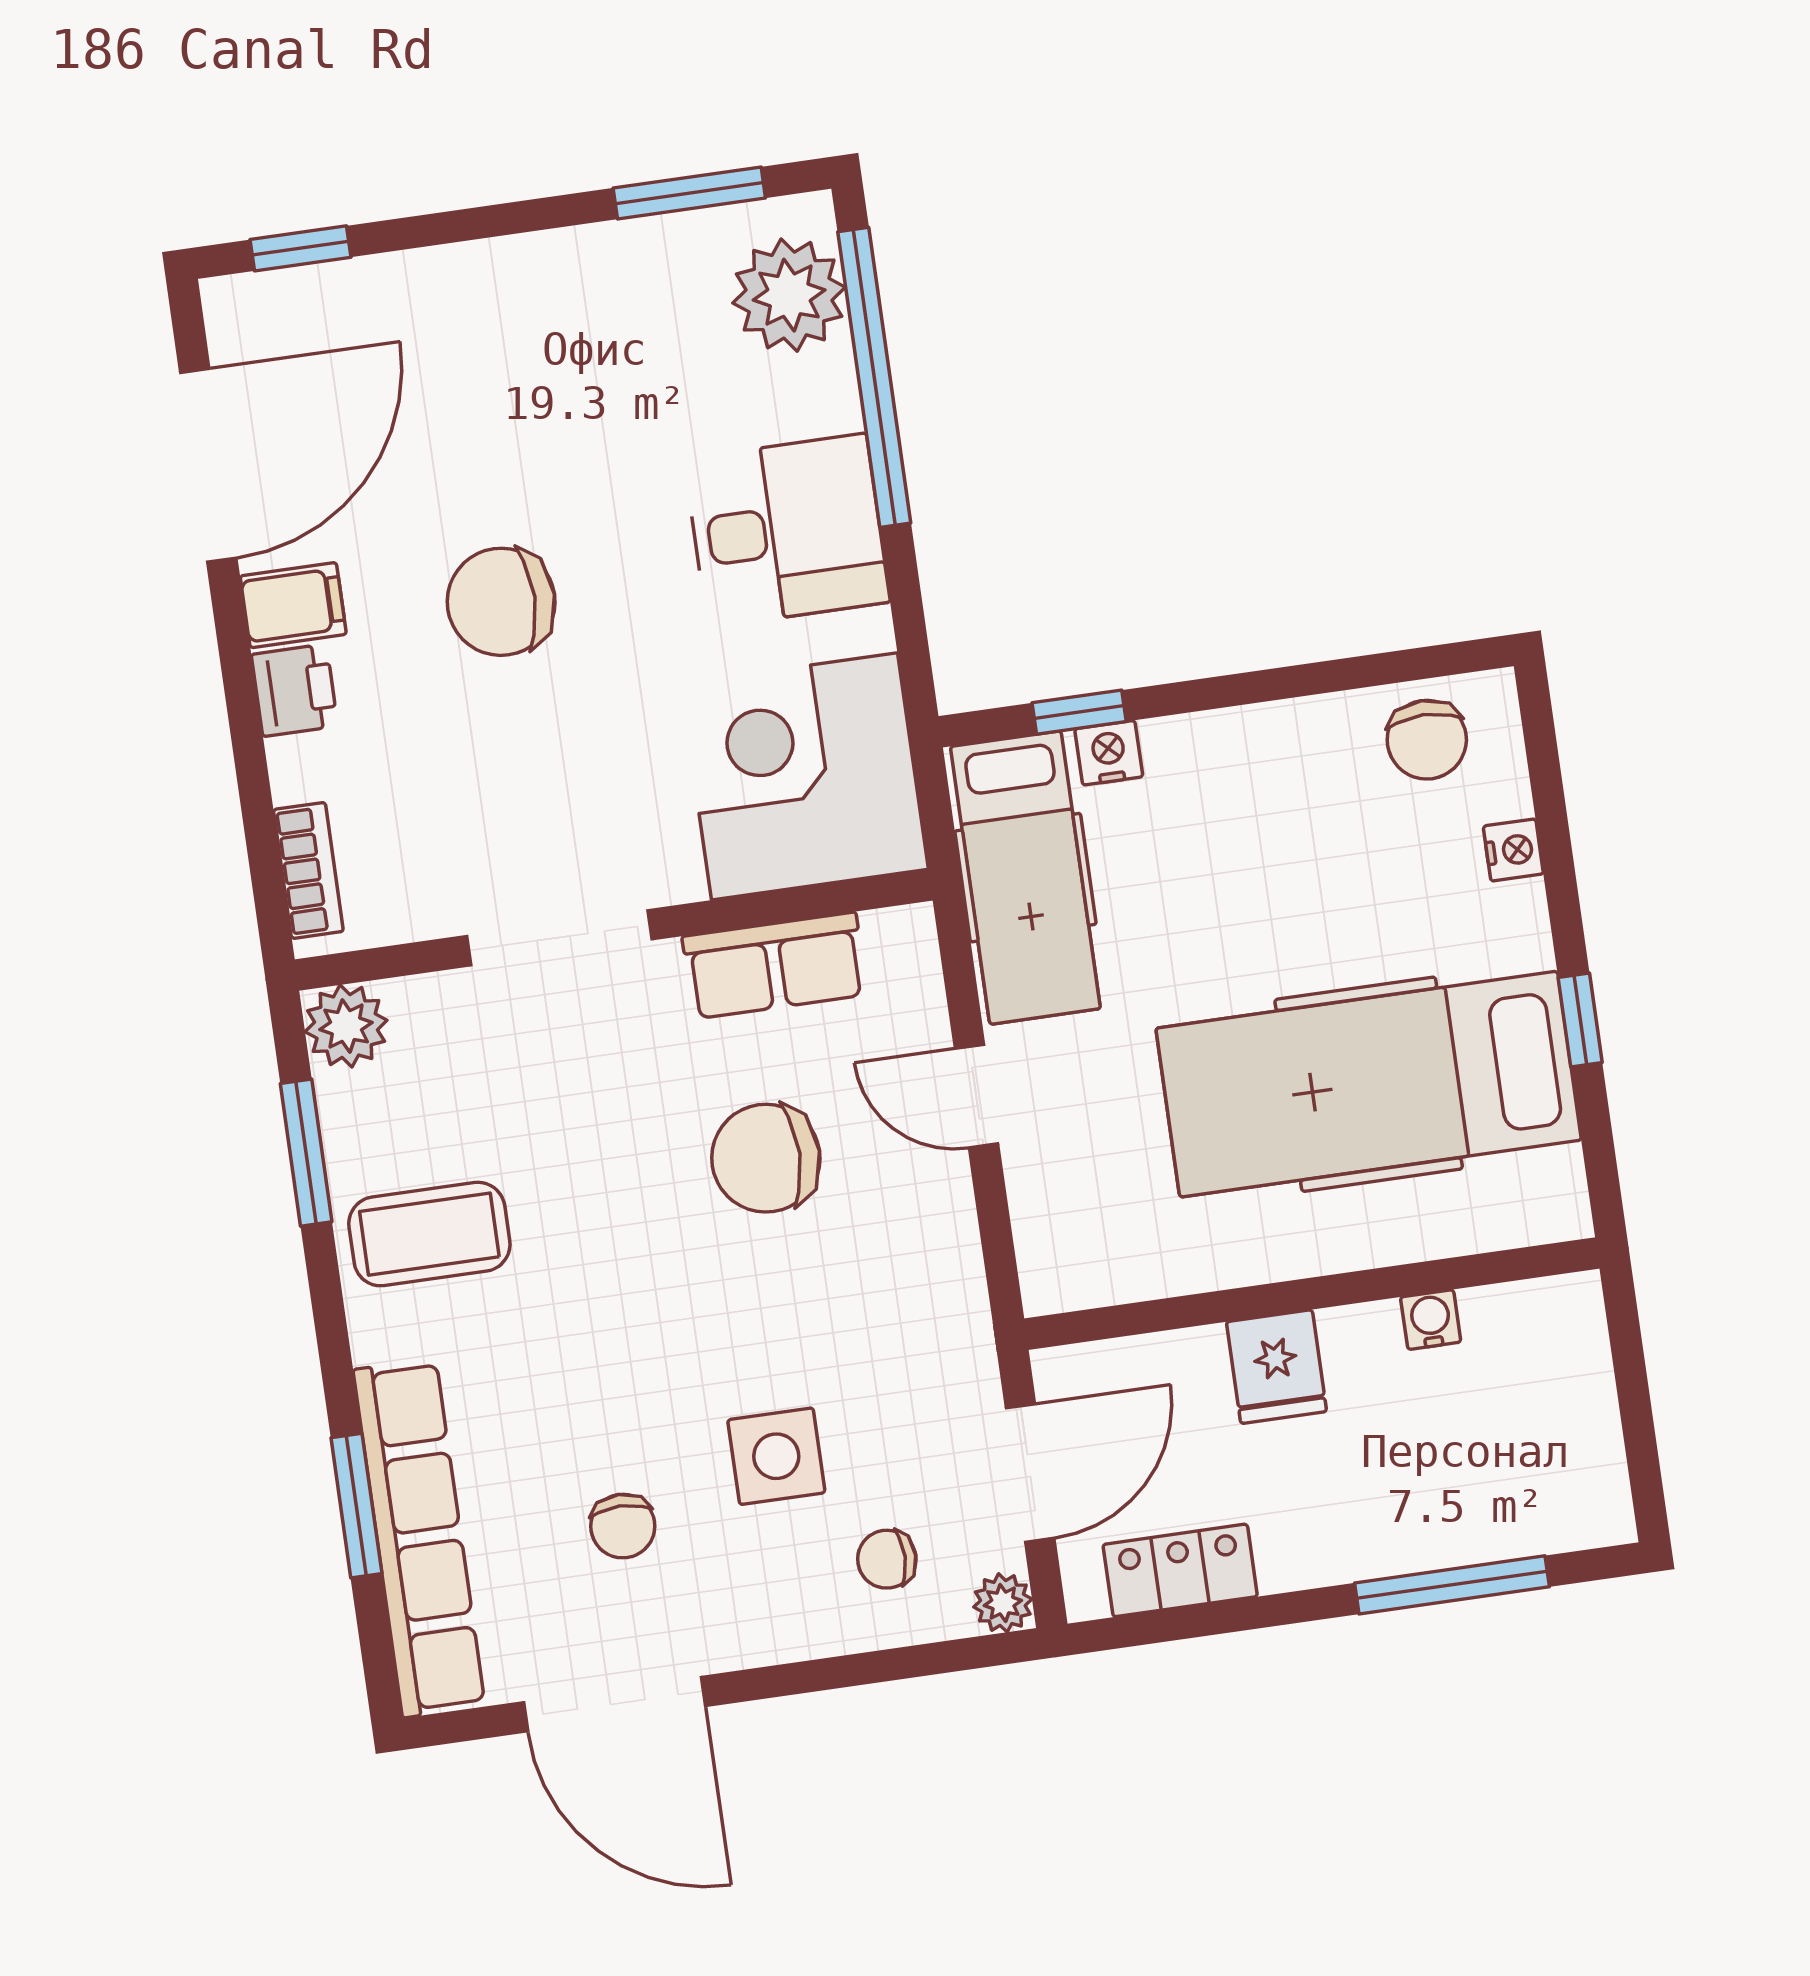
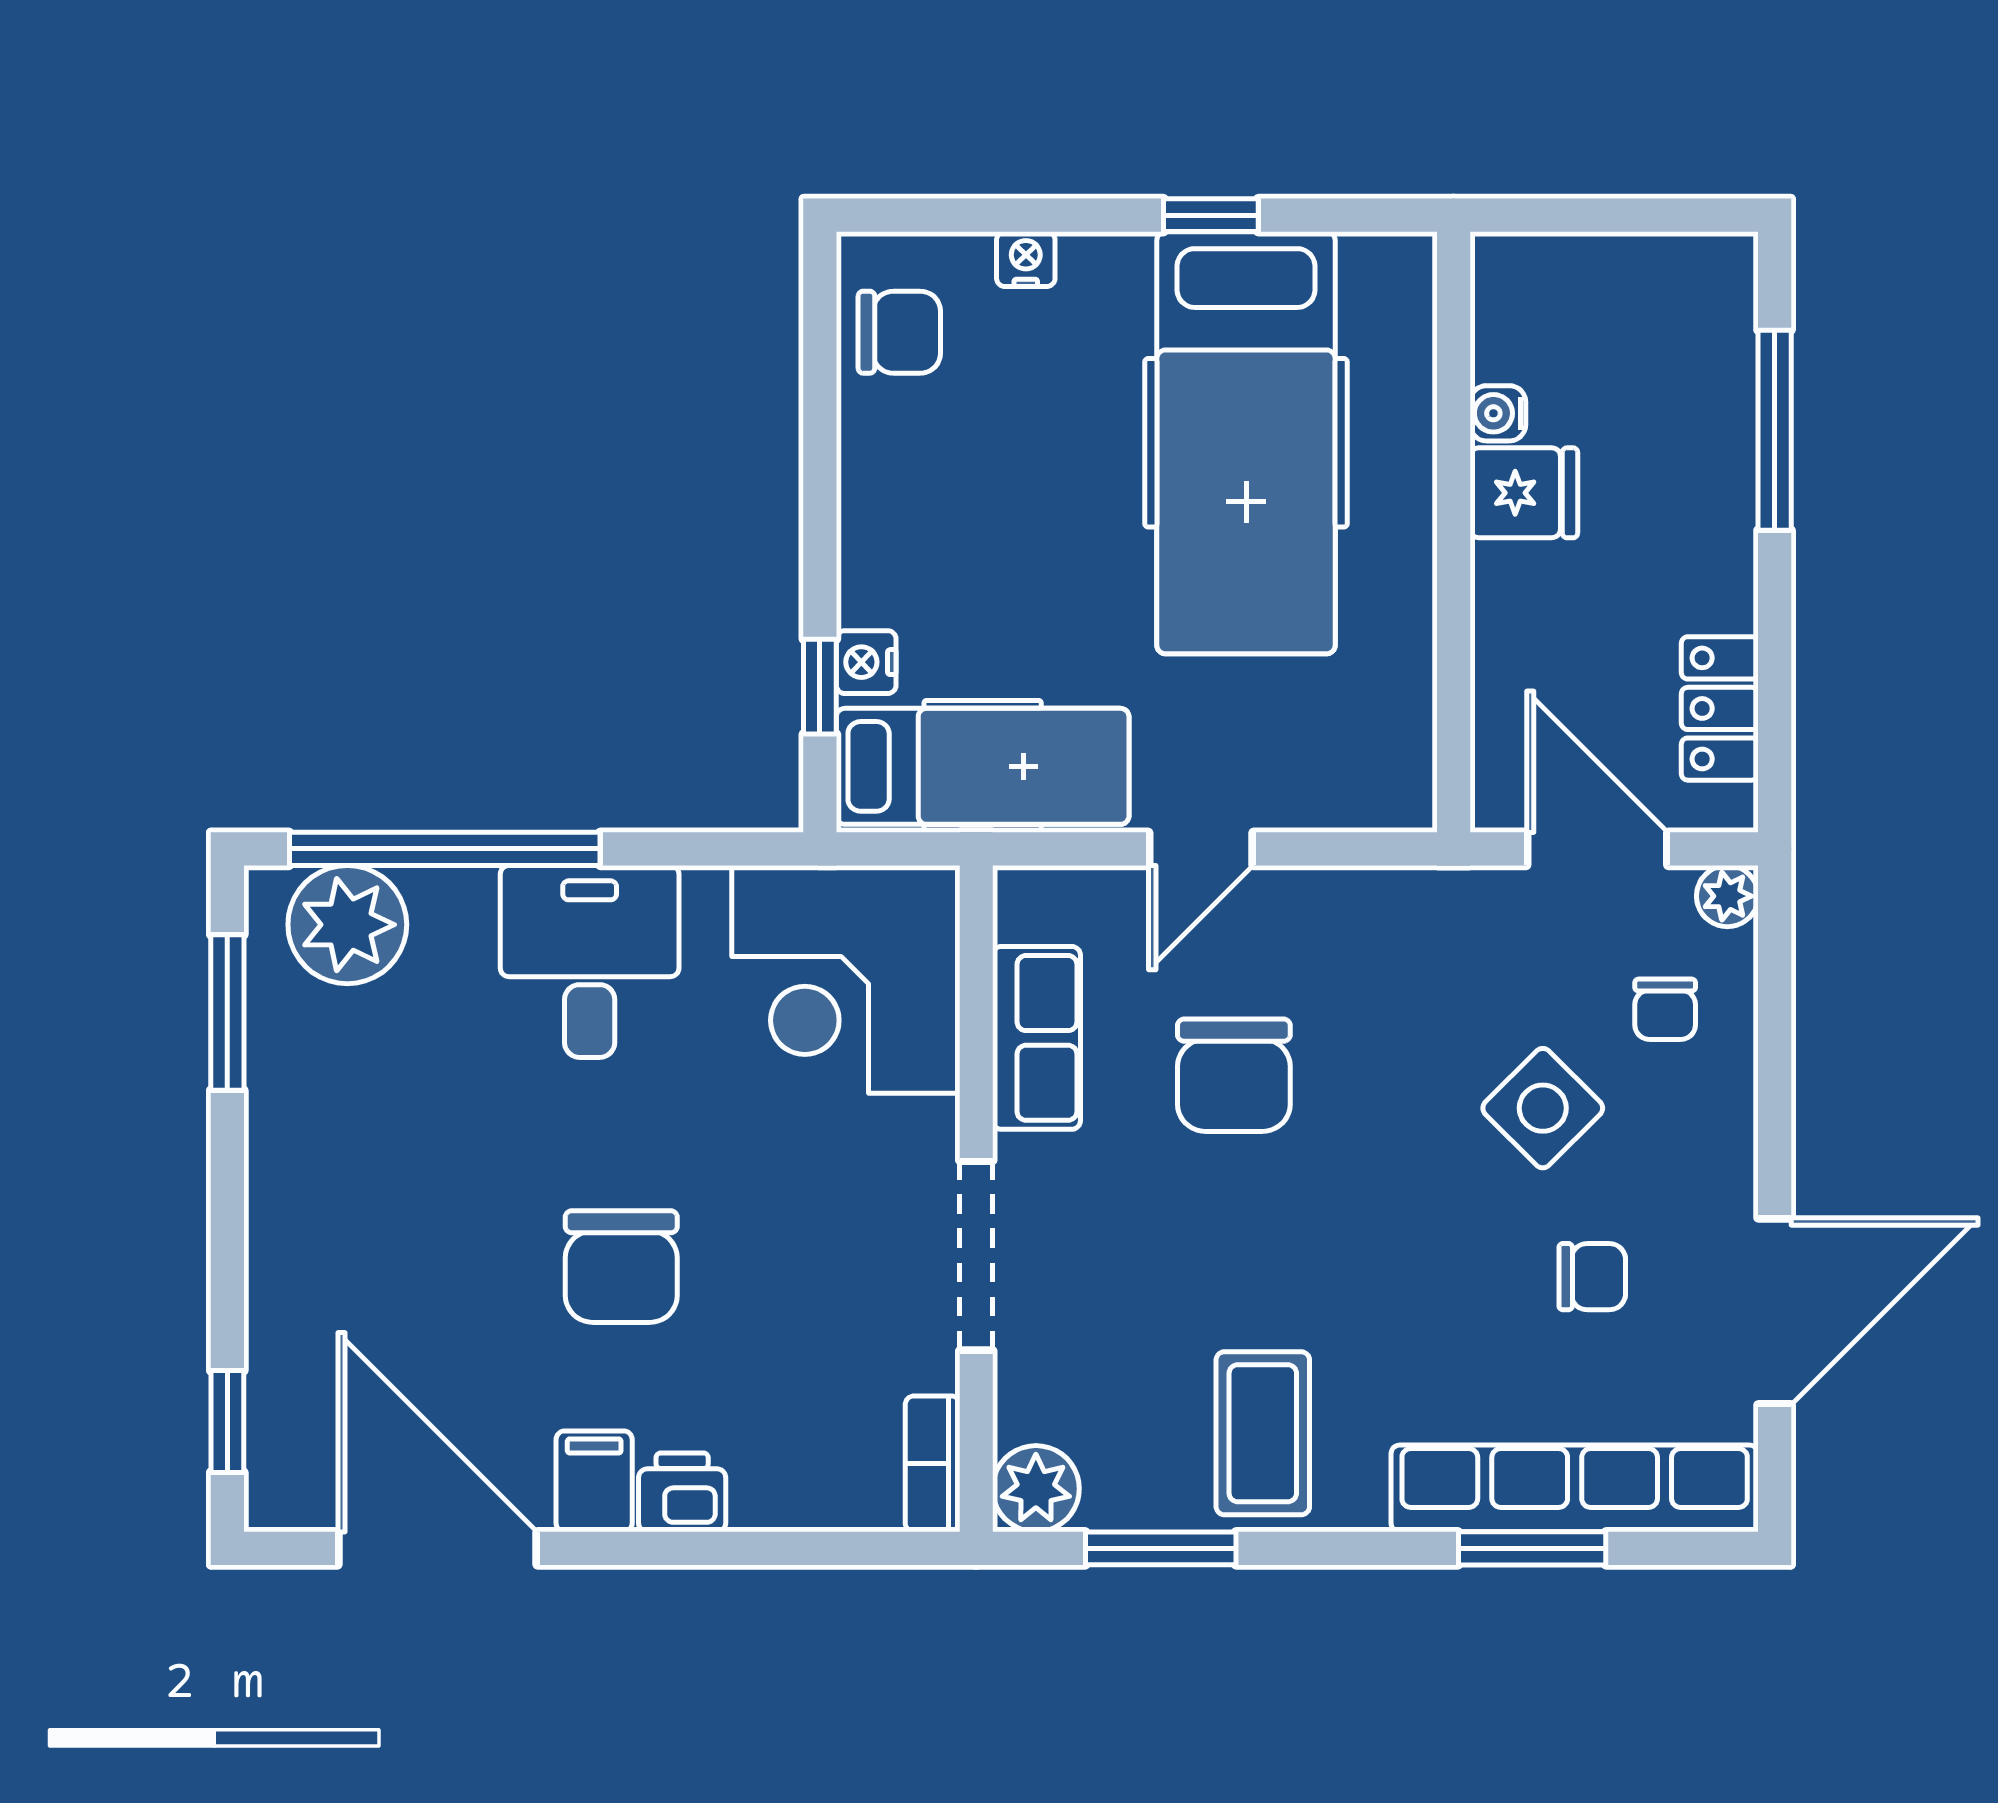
bookcase: (308, 870) -> (933, 1464), moved, turned -90
fridge: (1276, 1367) -> (1524, 493), moved
side table: (776, 1456) -> (1543, 1108), turned 45

